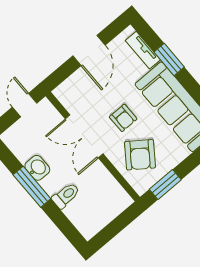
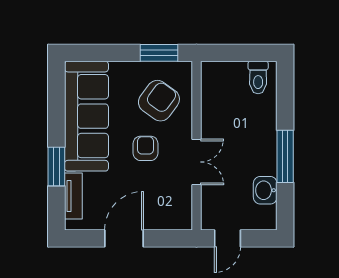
double door: (84, 136) -> (197, 162), width x0.73
washbasin: (37, 168) -> (265, 190), moved
toilet: (66, 195) -> (258, 77), moved, turned -90

